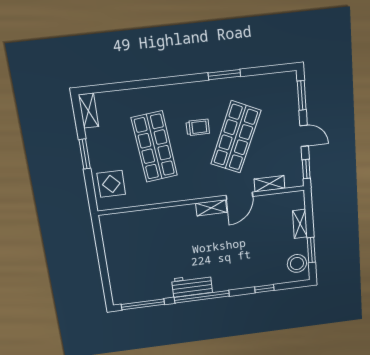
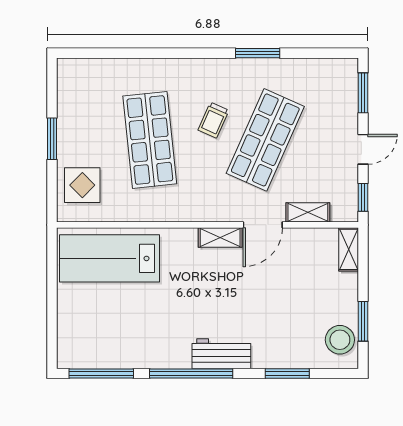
shelving: (89, 111) -> (67, 81), removed
trolley: (198, 127) -> (213, 120), turned 114
door: (304, 136) -> (363, 149), hinge flipped
shelving: (300, 224) -> (349, 249), moved
lab bench: (138, 231) -> (110, 258), added
workbench: (192, 286) -> (221, 354), moved
window: (264, 289) -> (287, 373), width x1.50

